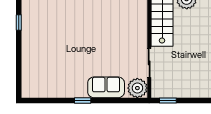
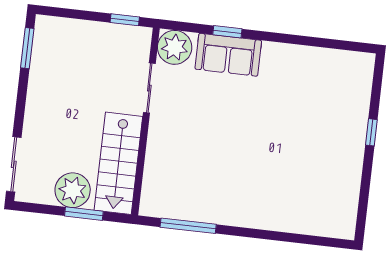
window: (19, 23) -> (371, 132), moved
window: (83, 101) -> (227, 32), moved

